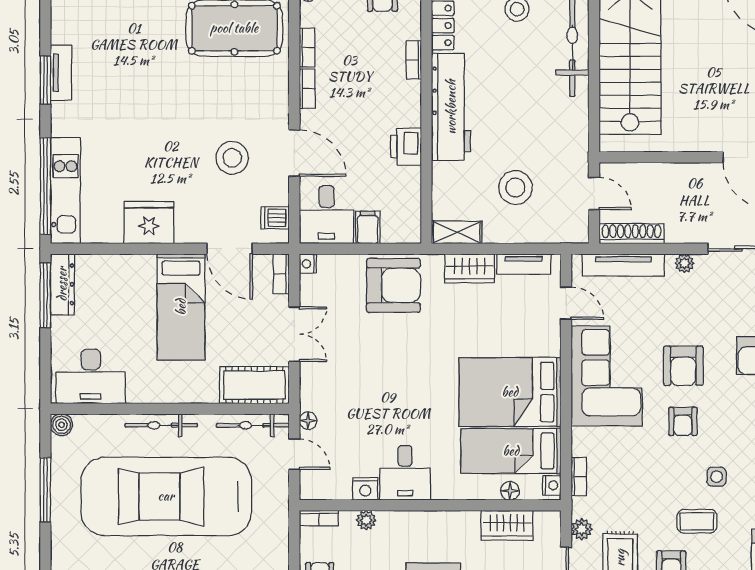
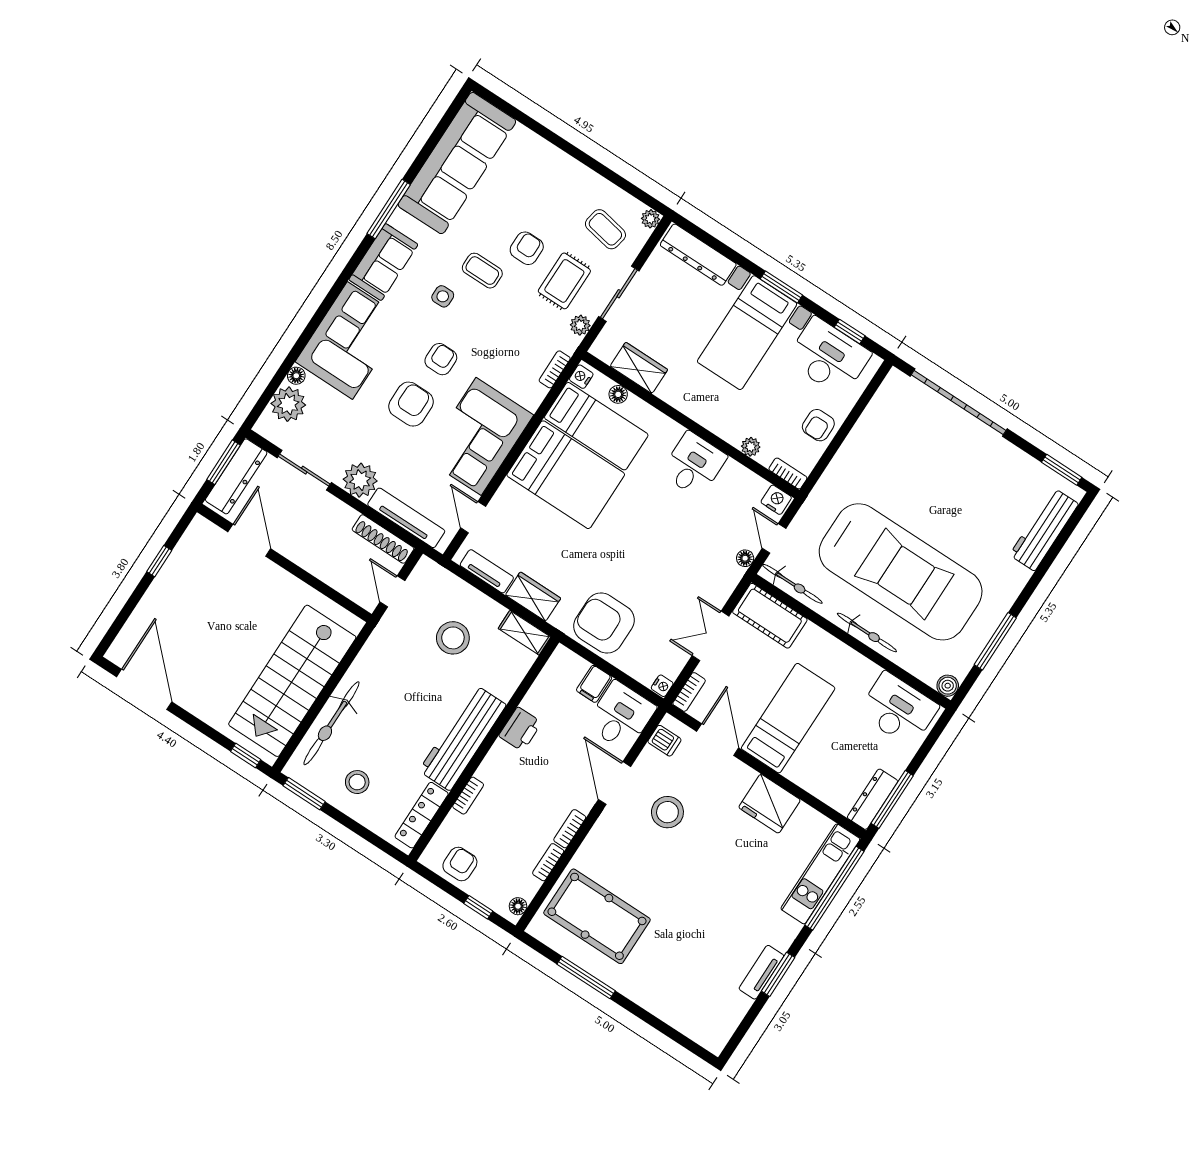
plant: (684, 263) -> (360, 480), width x1.88, depth x1.88
nightstand: (365, 489) -> (776, 500), moved

